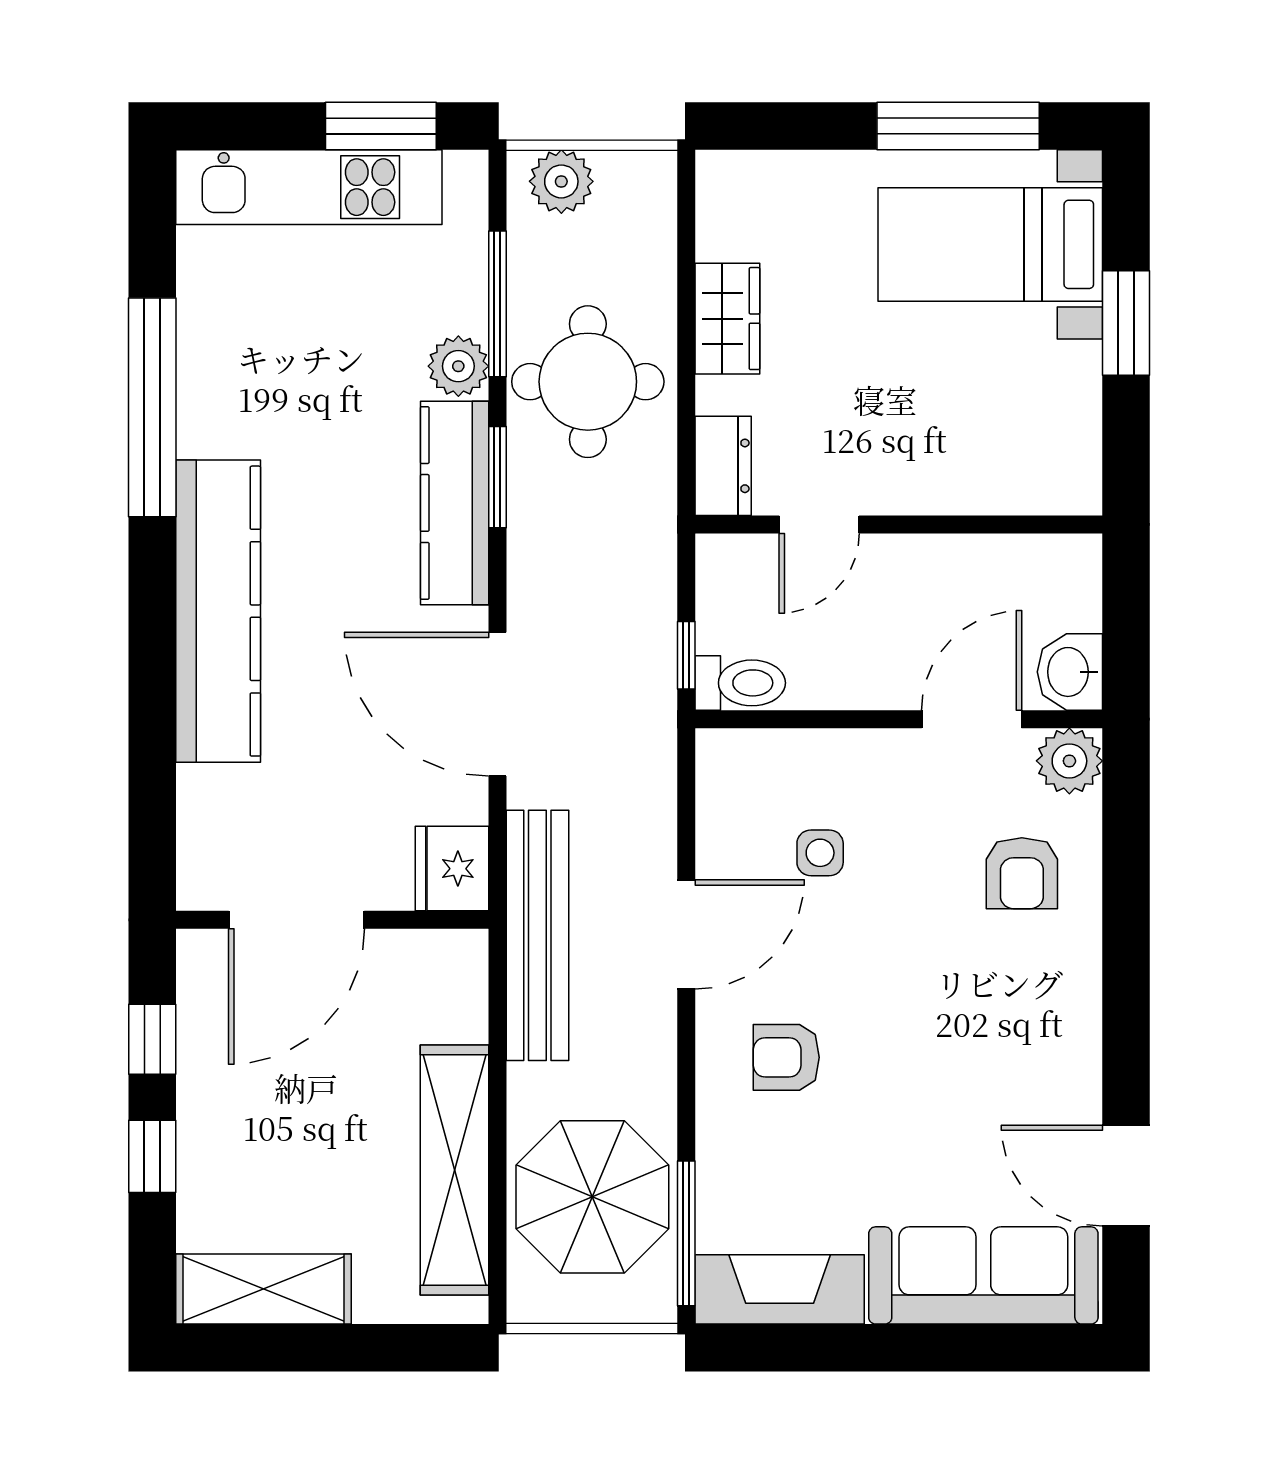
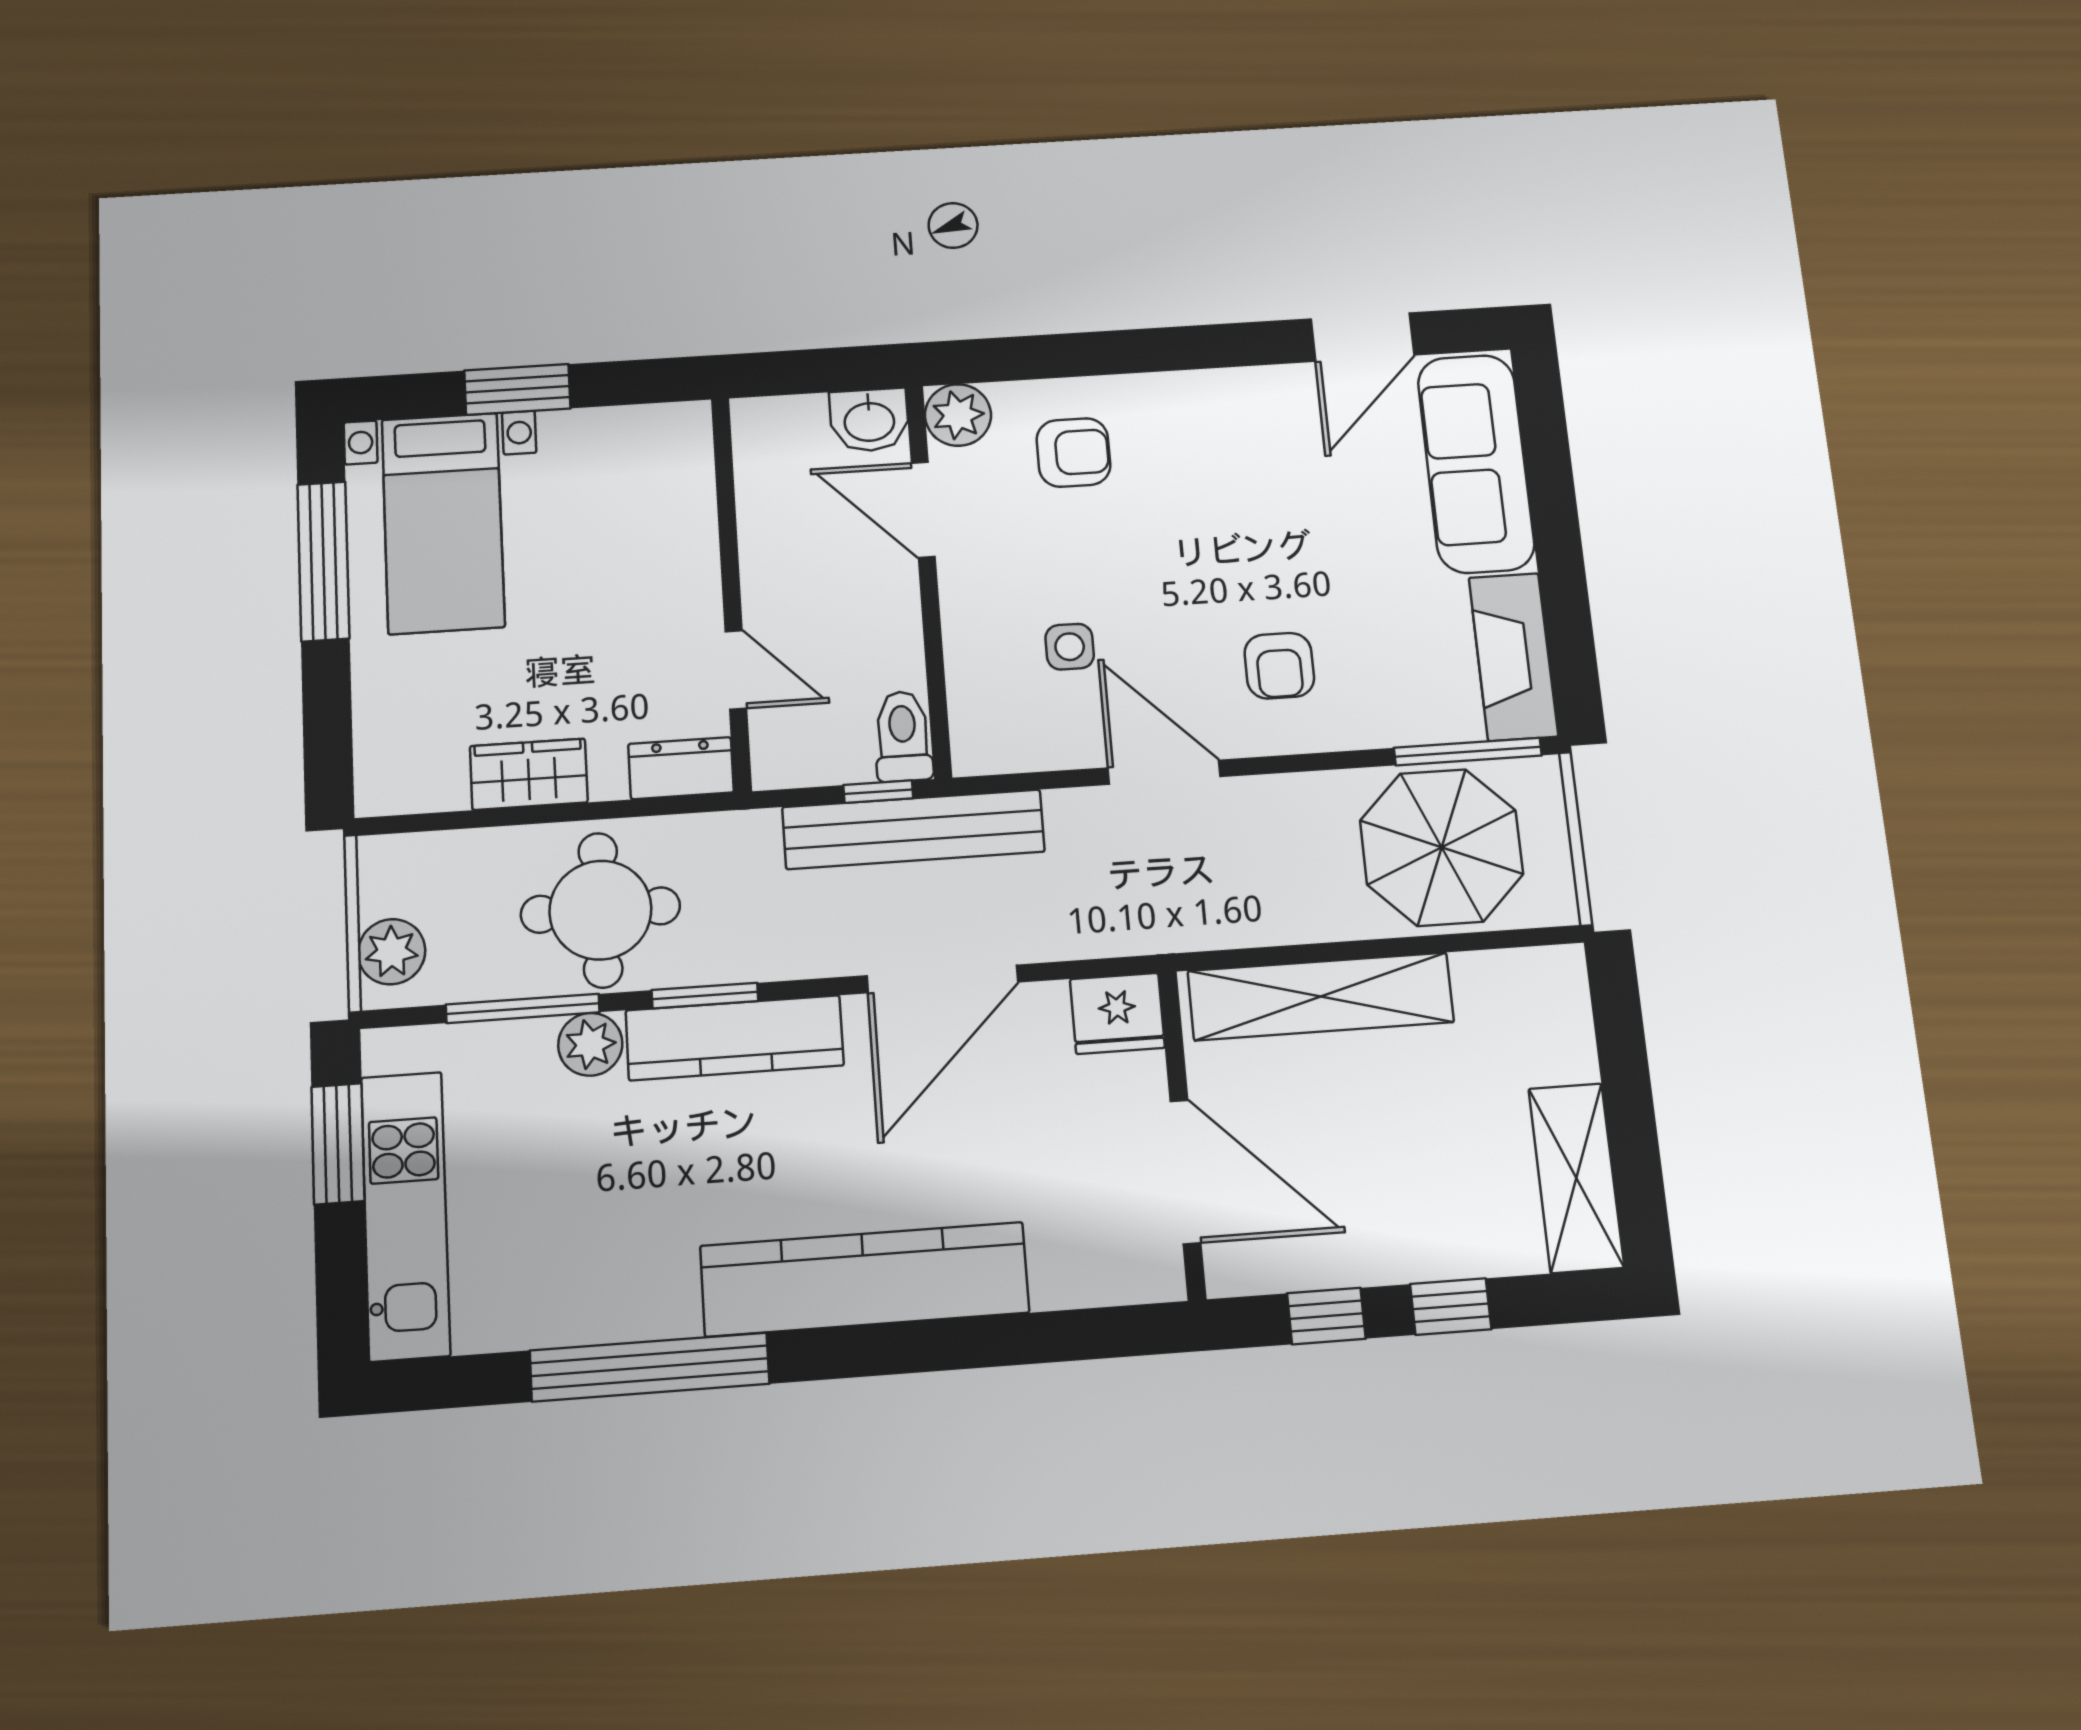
bench: (537, 935) -> (913, 829), moved
shelving: (454, 1170) -> (1321, 996), moved

